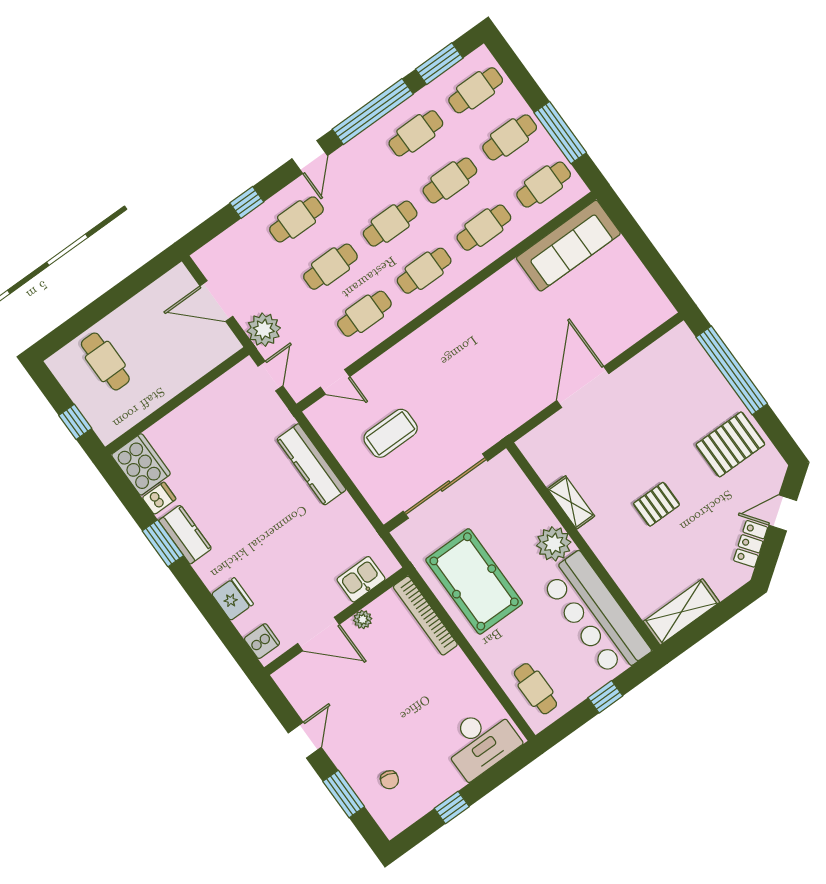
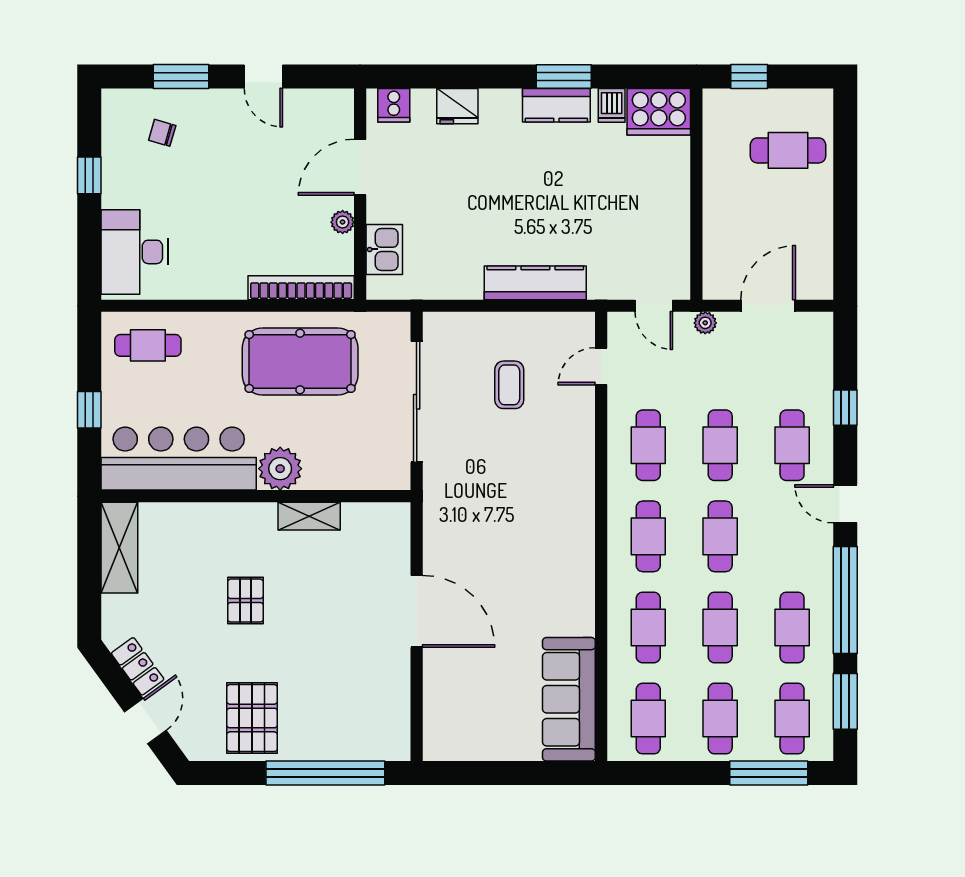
window: (560, 133) -> (769, 773), moved
plant: (264, 330) -> (705, 323), width x0.53, depth x0.53
coffee table: (391, 433) -> (509, 385), width x0.73, depth x0.77

